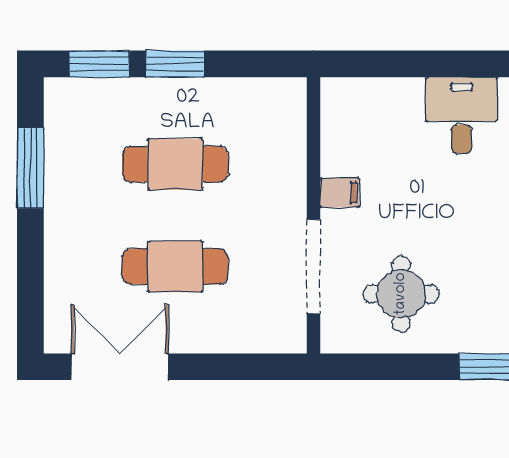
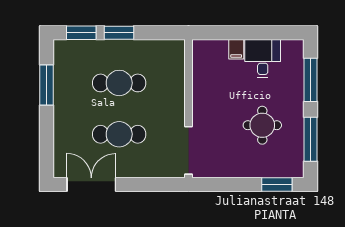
filing cabinet: (340, 193) -> (236, 49), moved, turned 90
doorway: (314, 267) -> (188, 150), moved
round table: (401, 294) -> (262, 125), moved

